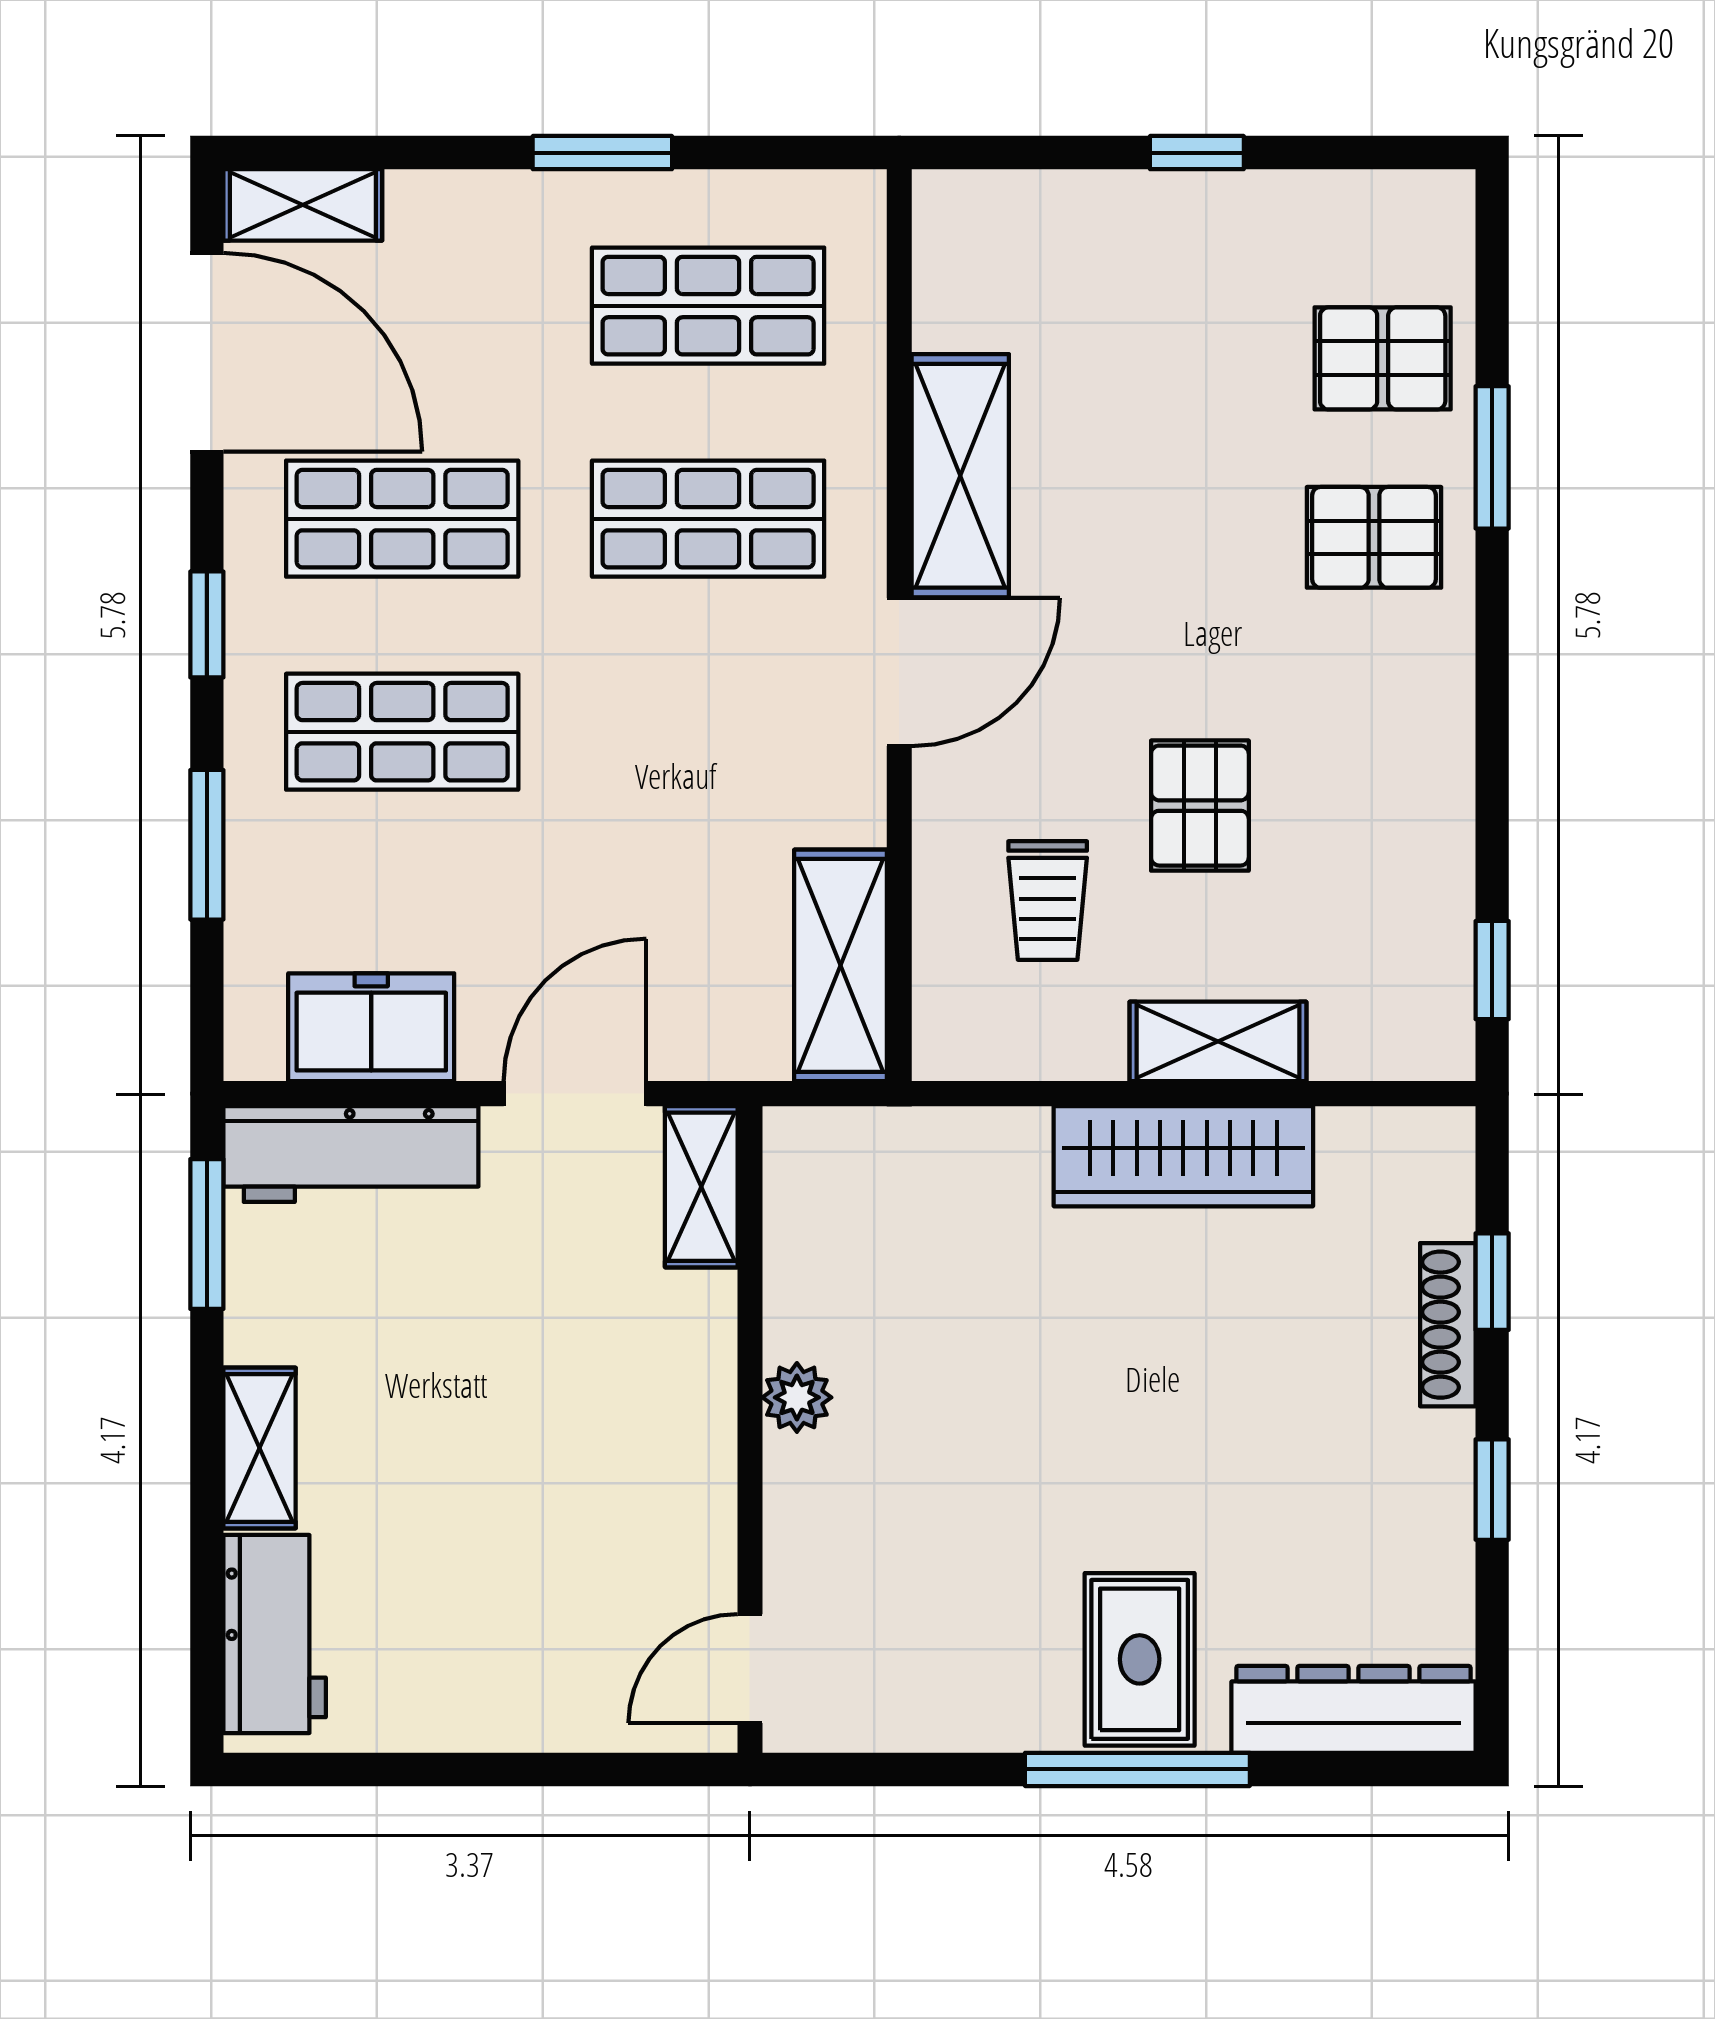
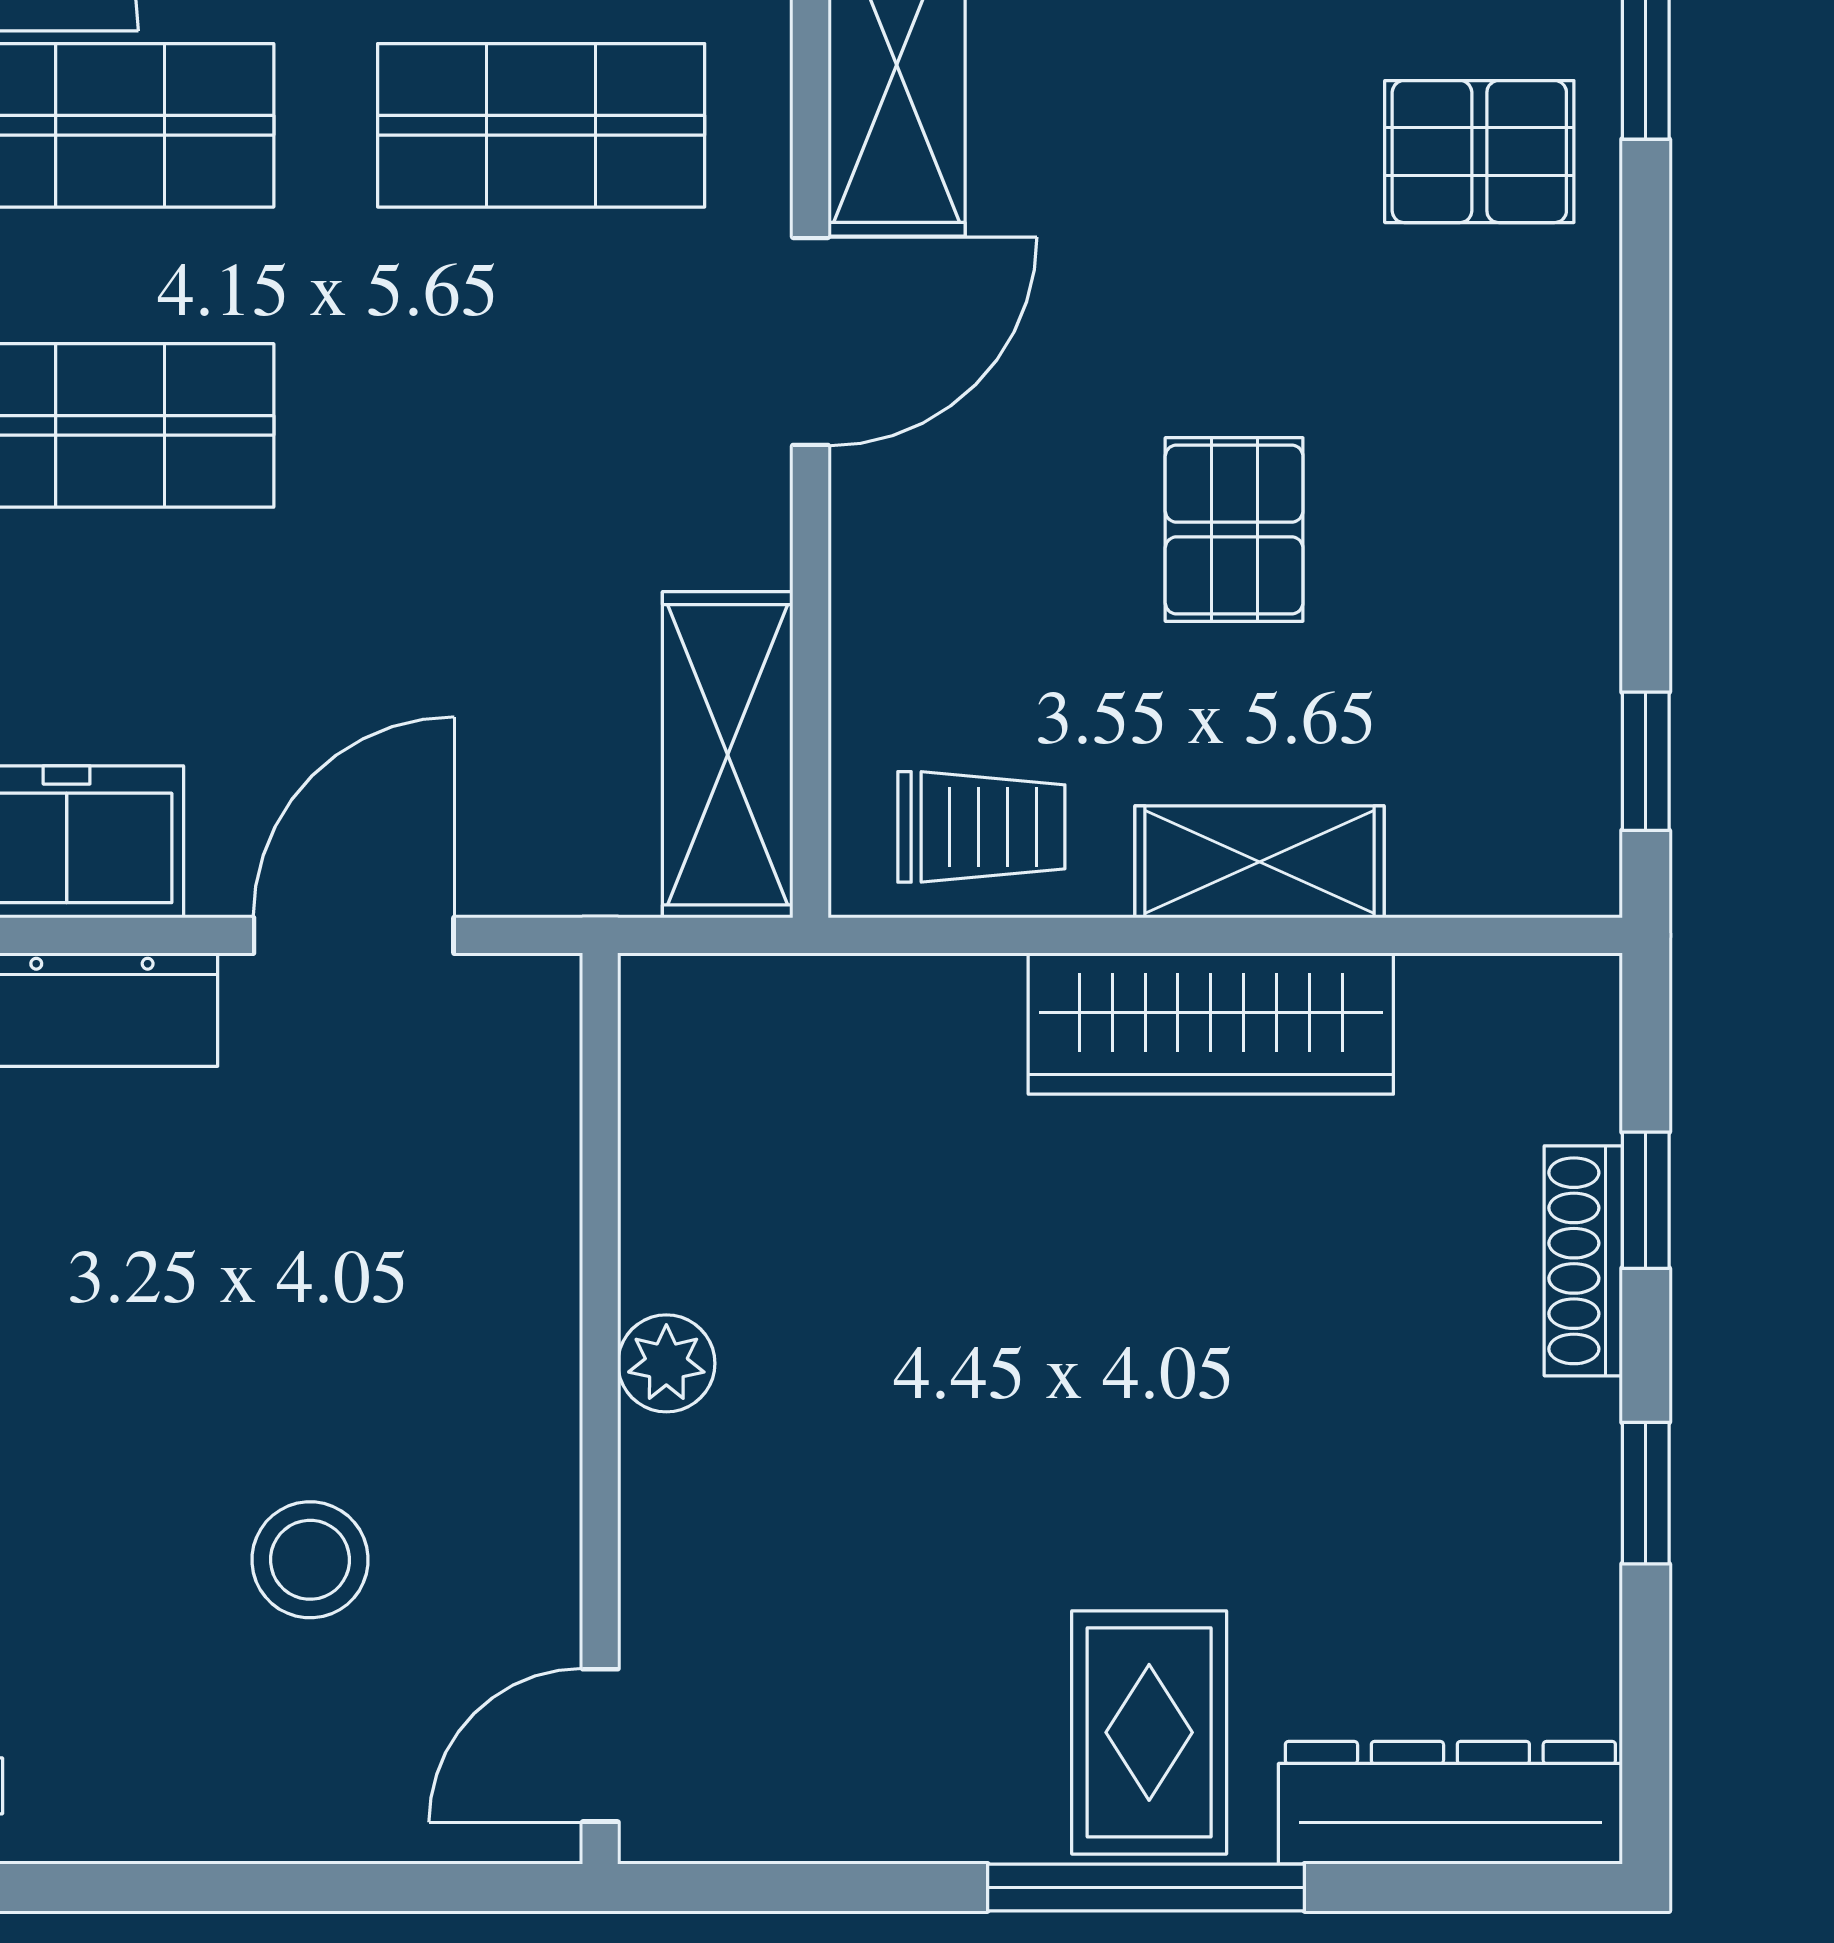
trolley: (1048, 901) -> (981, 827), moved, turned -90
shelving: (701, 1187) -> (532, 1066), removed
stool: (544, 1537) -> (310, 1560), added

